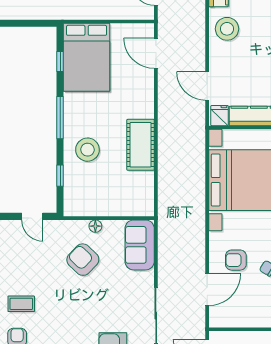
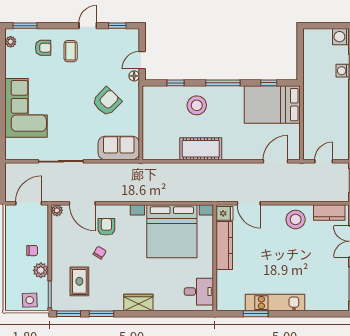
door: (207, 86) -> (249, 203), swing flipped
floor lamp: (95, 226) -> (134, 76), moved
plant: (216, 321) -> (57, 210), added

